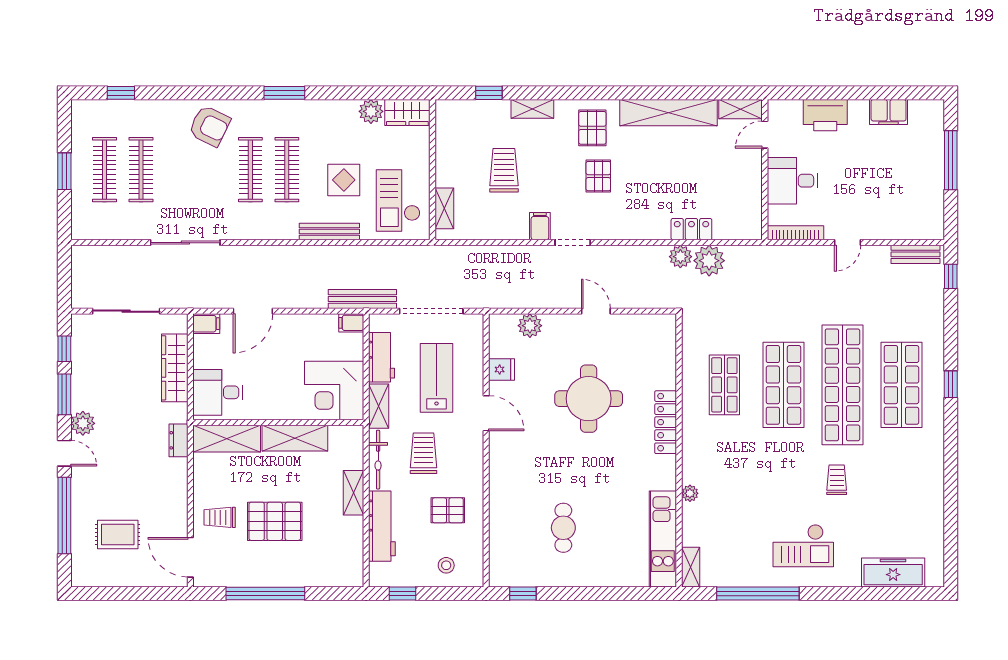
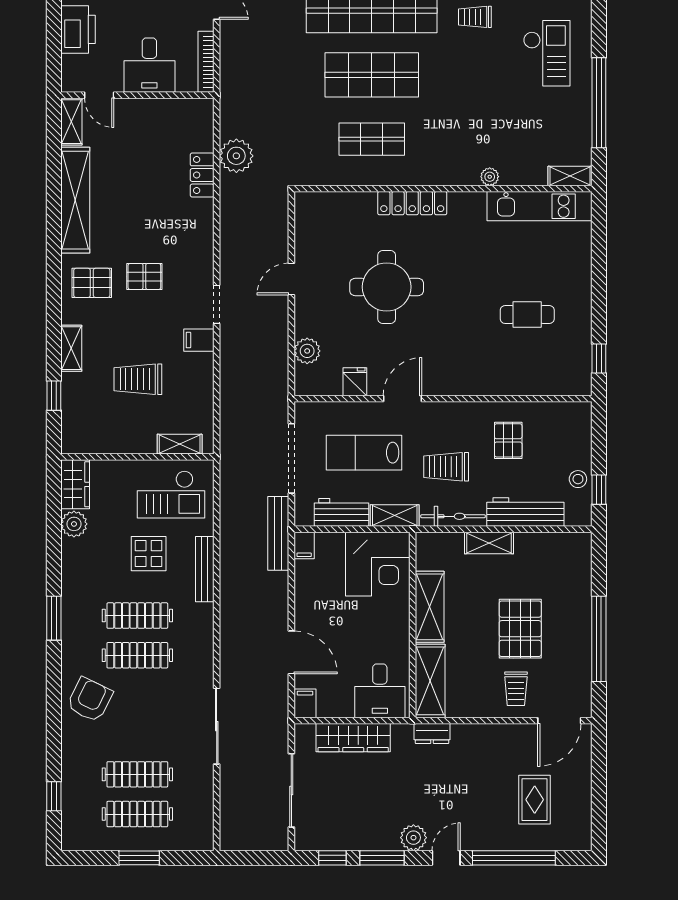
plant: (680, 257) -> (232, 187), removed
stool: (446, 565) -> (578, 479), moved

